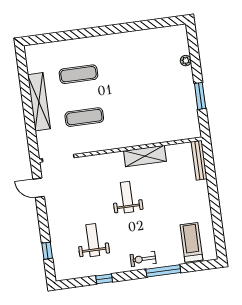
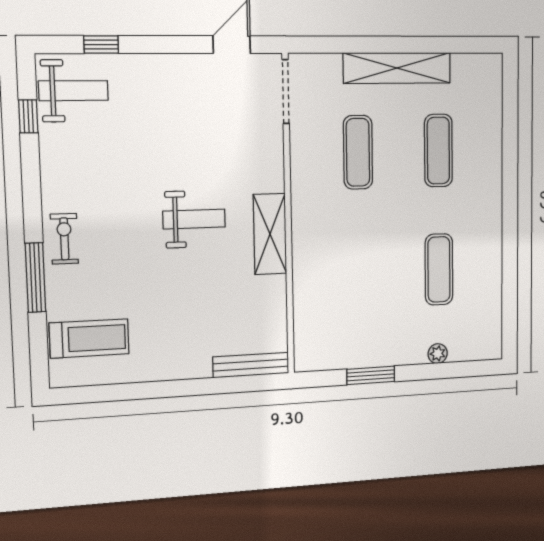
exercise mat: (141, 66) -> (439, 269), added
shelving: (145, 156) -> (270, 234), moved
weight bench: (93, 240) -> (73, 91), moved
window: (104, 279) -> (28, 116), moved

